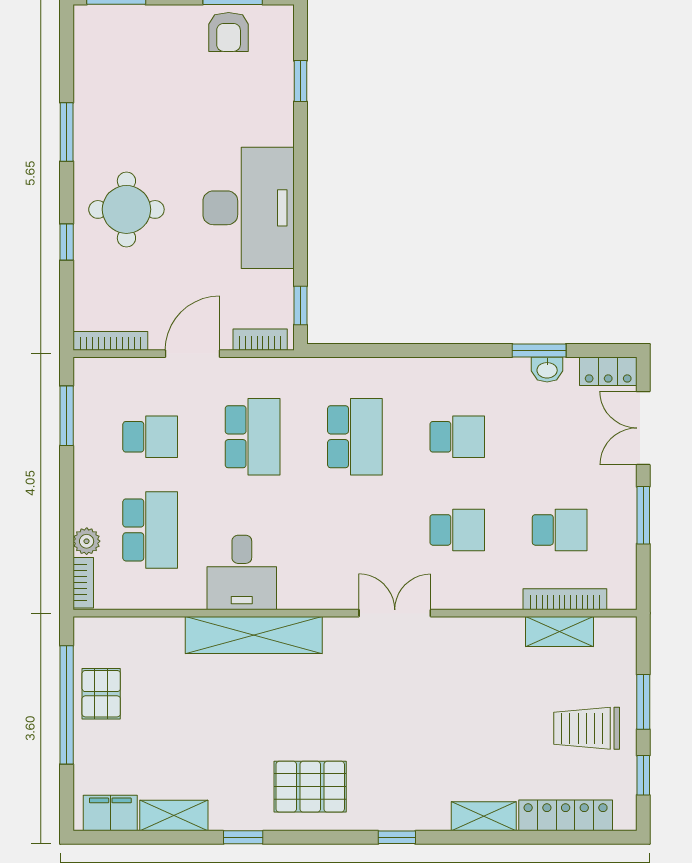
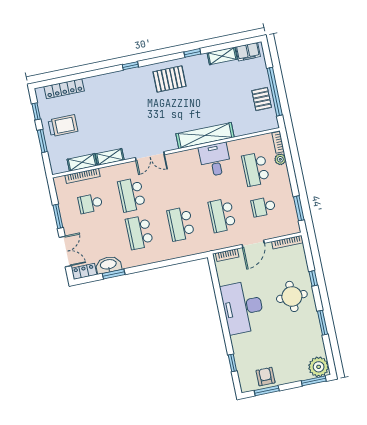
plant: (98, 29) -> (319, 367), added
window: (300, 306) -> (214, 272), removed
washbasin: (547, 370) -> (108, 265), width x1.91, depth x1.45
school desk: (457, 437) -> (139, 232), width x1.85
school desk: (457, 530) -> (132, 195), width x1.85
shelving: (484, 816) -> (110, 157), moved

